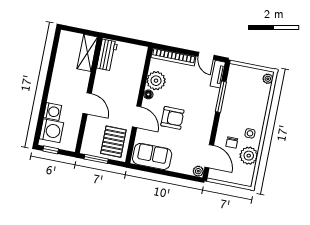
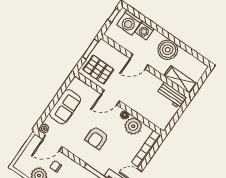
boiler: (62, 79) -> (168, 50), added
armchair: (172, 118) -> (97, 138), moved
sofa: (152, 156) -> (65, 107), moved

